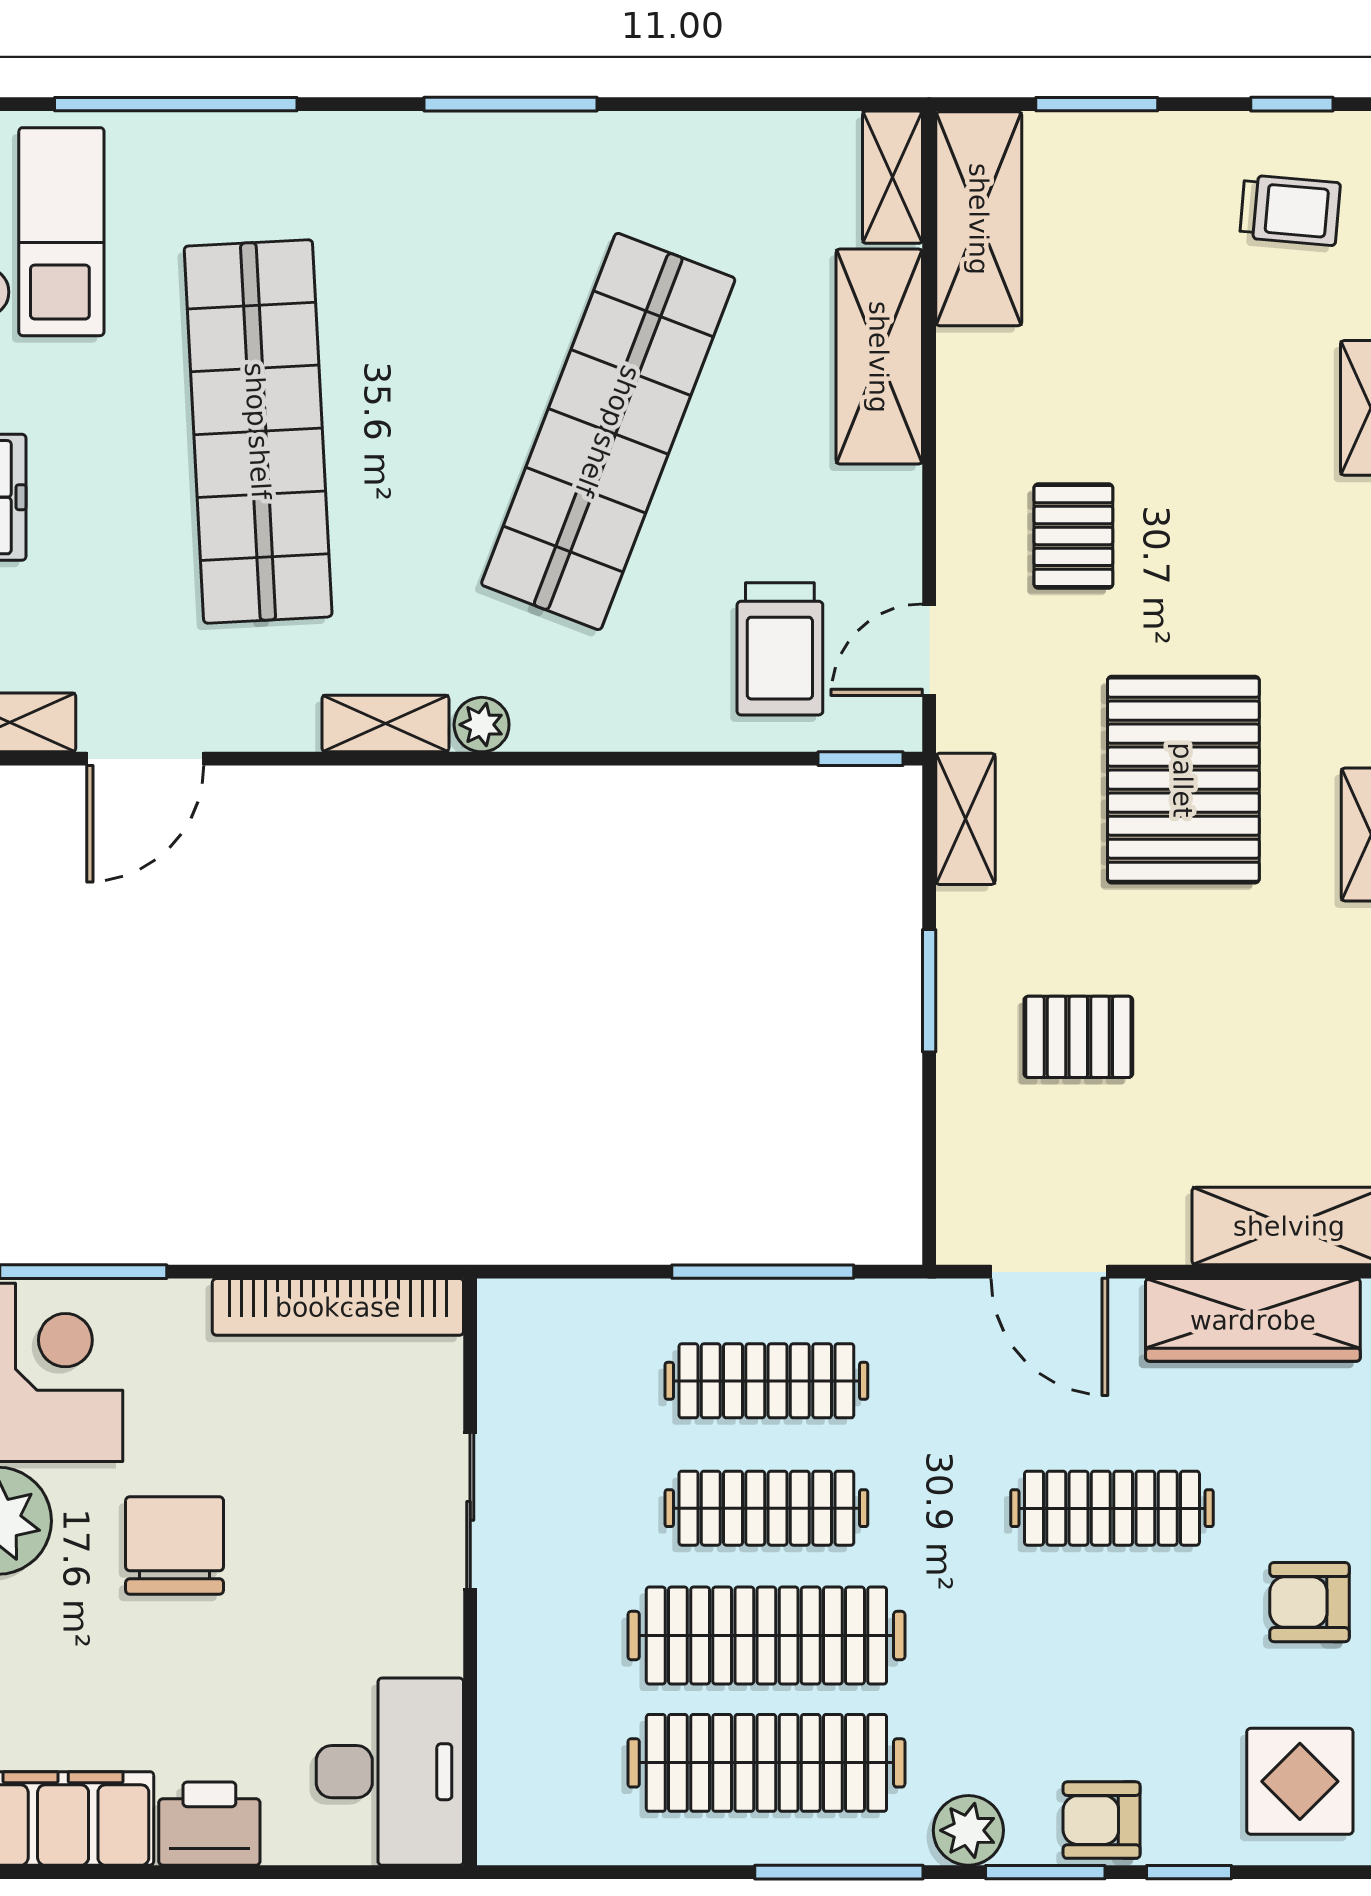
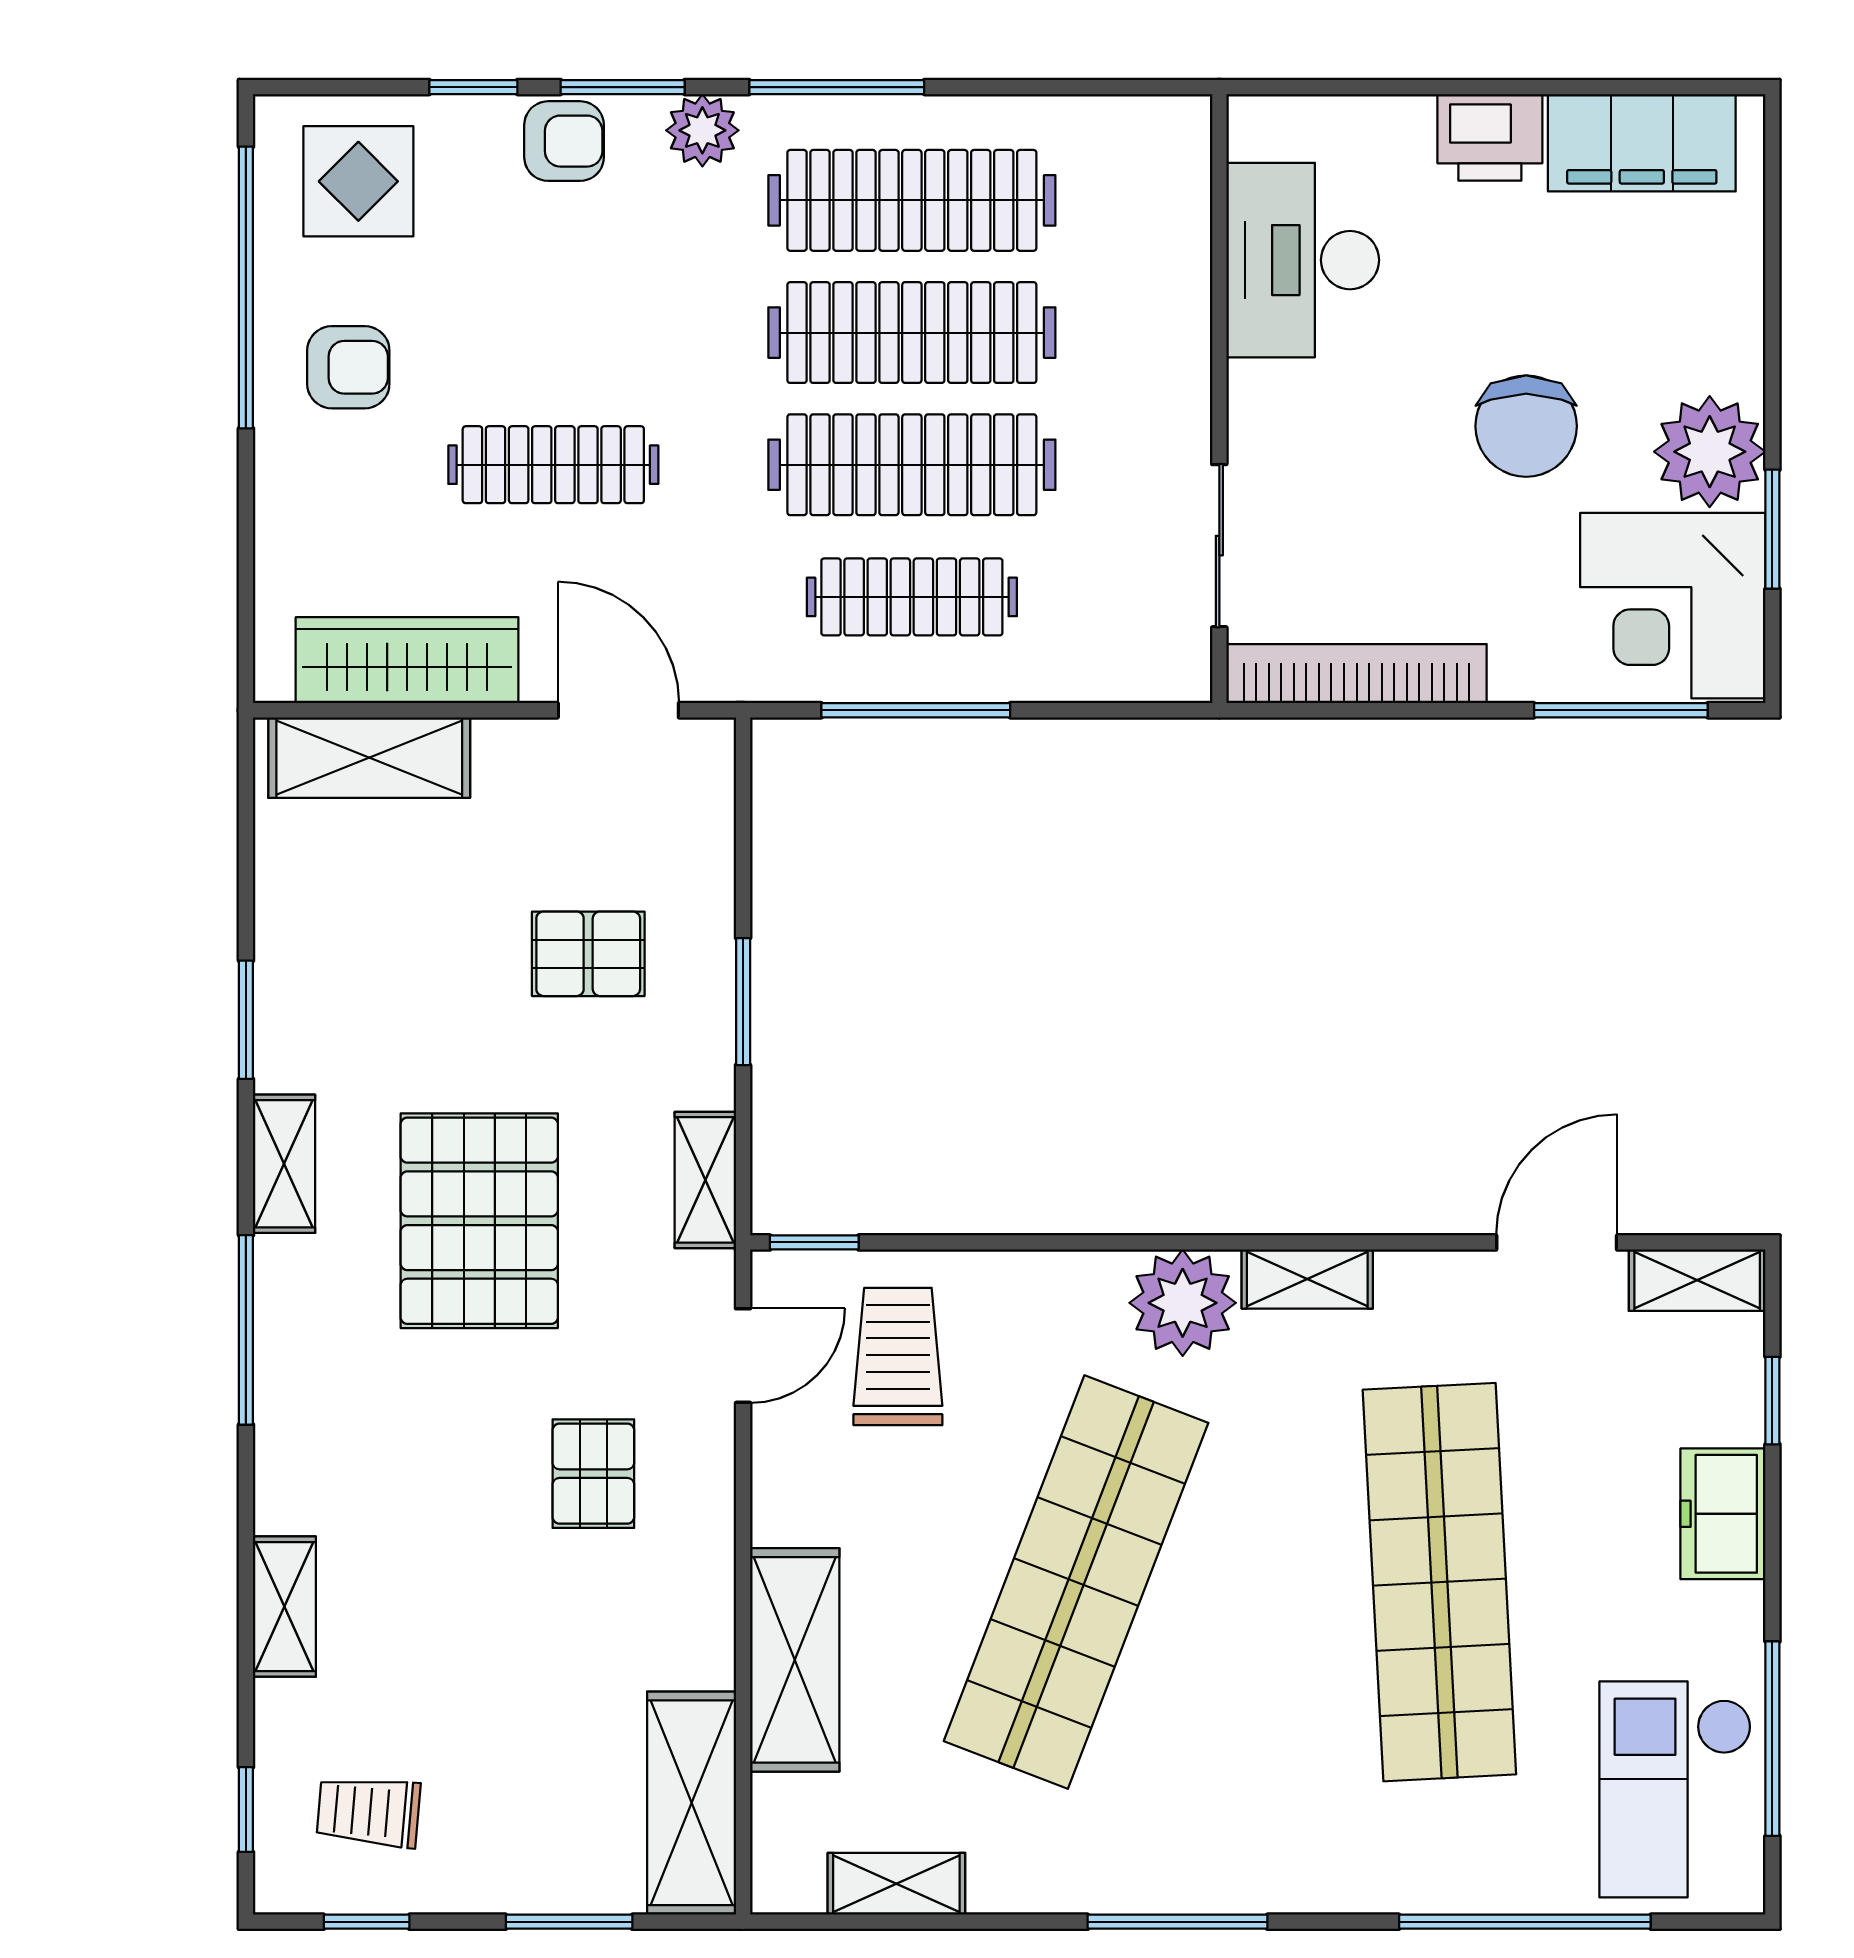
shelving: (893, 177) -> (896, 1884), moved, turned 90
plant: (482, 725) -> (1183, 1303), width x1.87, depth x1.87
clothes rail: (766, 1508) -> (912, 465), width x1.37, depth x1.31
sliding door: (470, 1511) -> (1219, 546), moved
desk: (390, 1772) -> (1303, 260), moved

